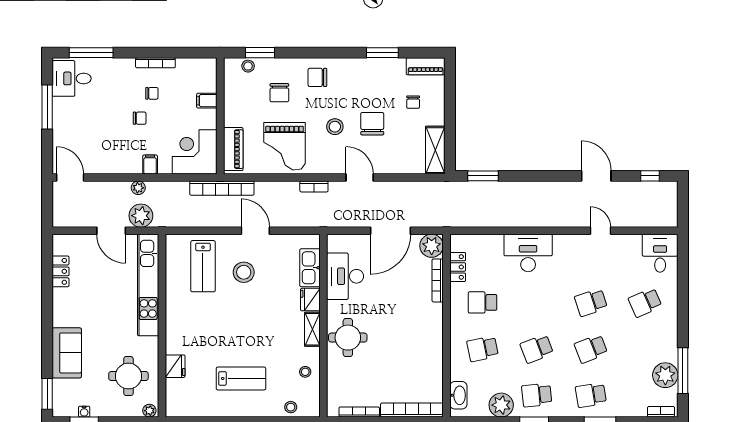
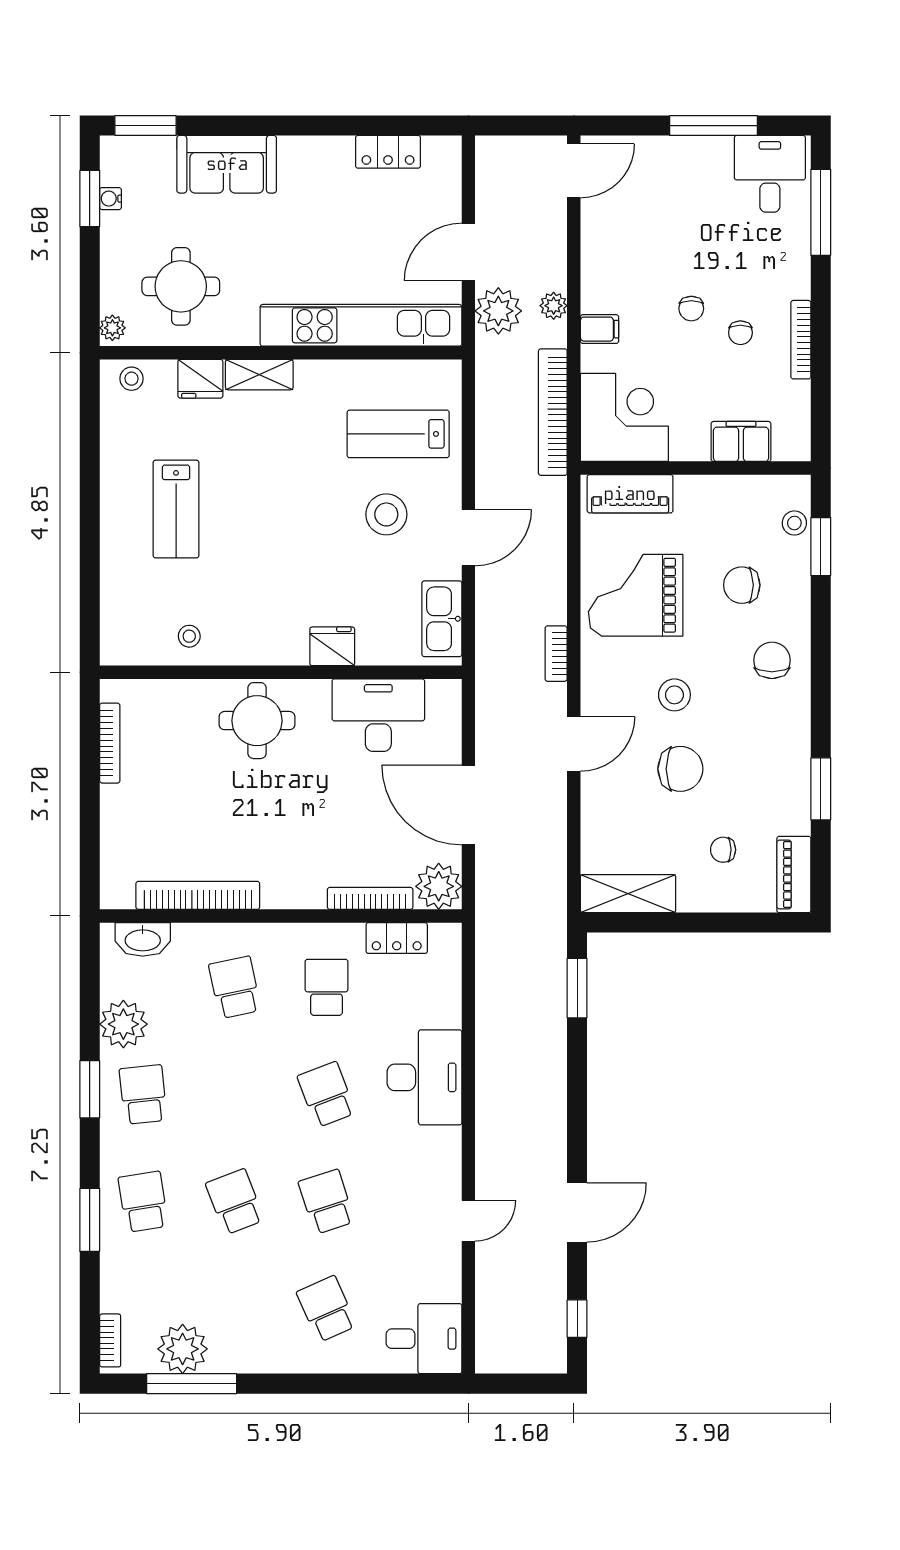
filing cabinet: (207, 101) -> (741, 441), width x2.00
bookcase: (222, 188) -> (553, 412), moved
kitchen sink: (310, 268) -> (442, 619), moved, turned -90
shelving: (312, 329) -> (259, 375), moved
school desk: (537, 349) -> (327, 1095), moved
stool: (291, 407) -> (131, 379), moved
bookcase: (412, 410) -> (198, 895), moved, turned -90

